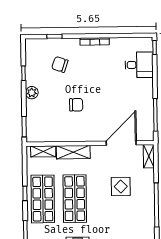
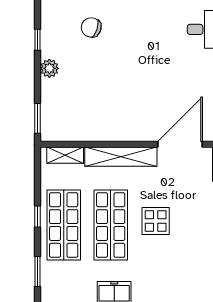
chair: (76, 105) -> (114, 87), removed
shelving: (73, 152) -> (121, 157), width x1.47
display table: (121, 187) -> (156, 221), moved

